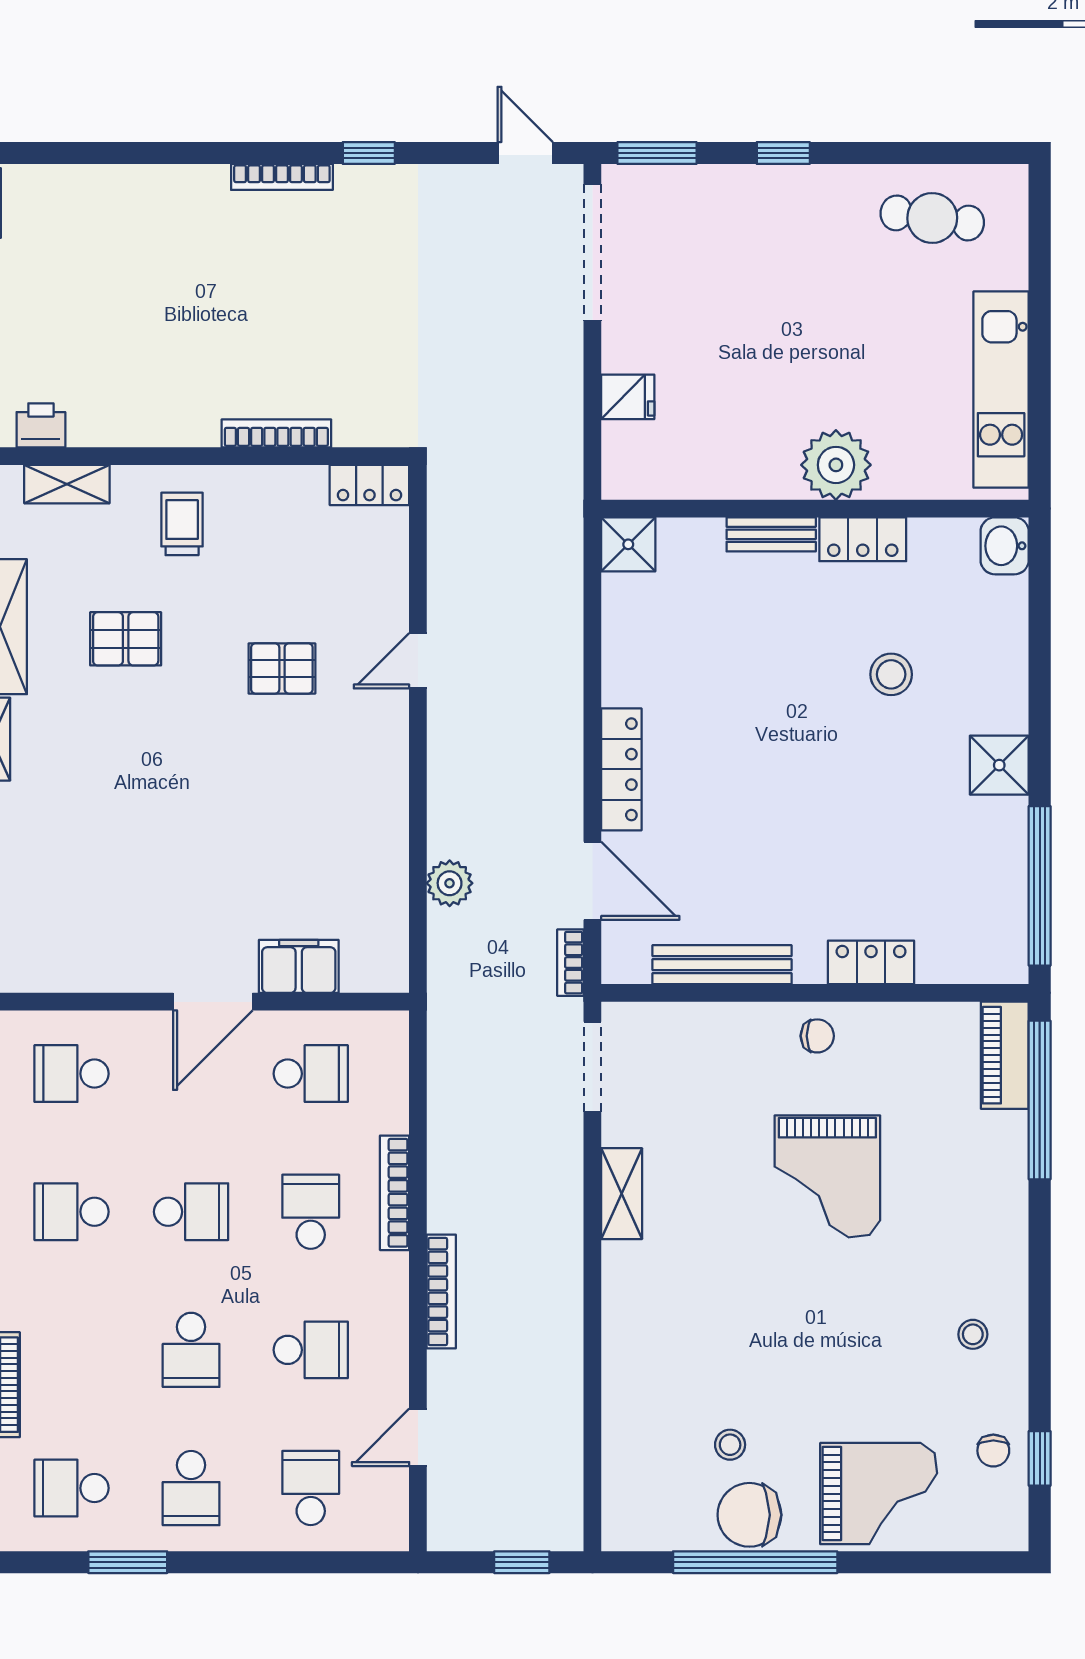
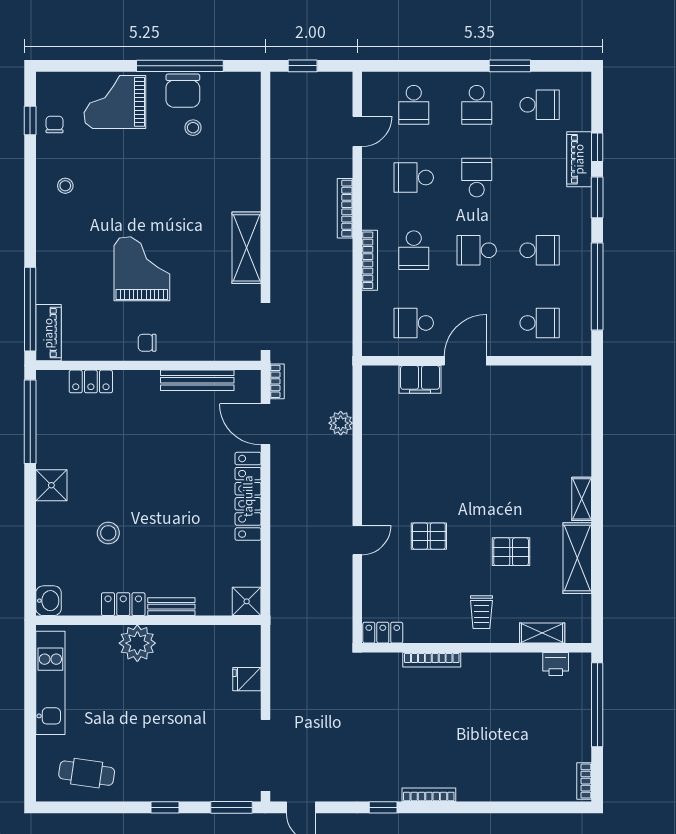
locker: (621, 769) -> (248, 496), width x1.41, depth x1.21
locker: (871, 962) -> (91, 381), moved
shelving: (622, 1194) -> (247, 248), width x1.50, depth x1.33
school desk: (191, 1488) -> (477, 105), turned 180
chair: (749, 1515) -> (183, 91), turned 90

